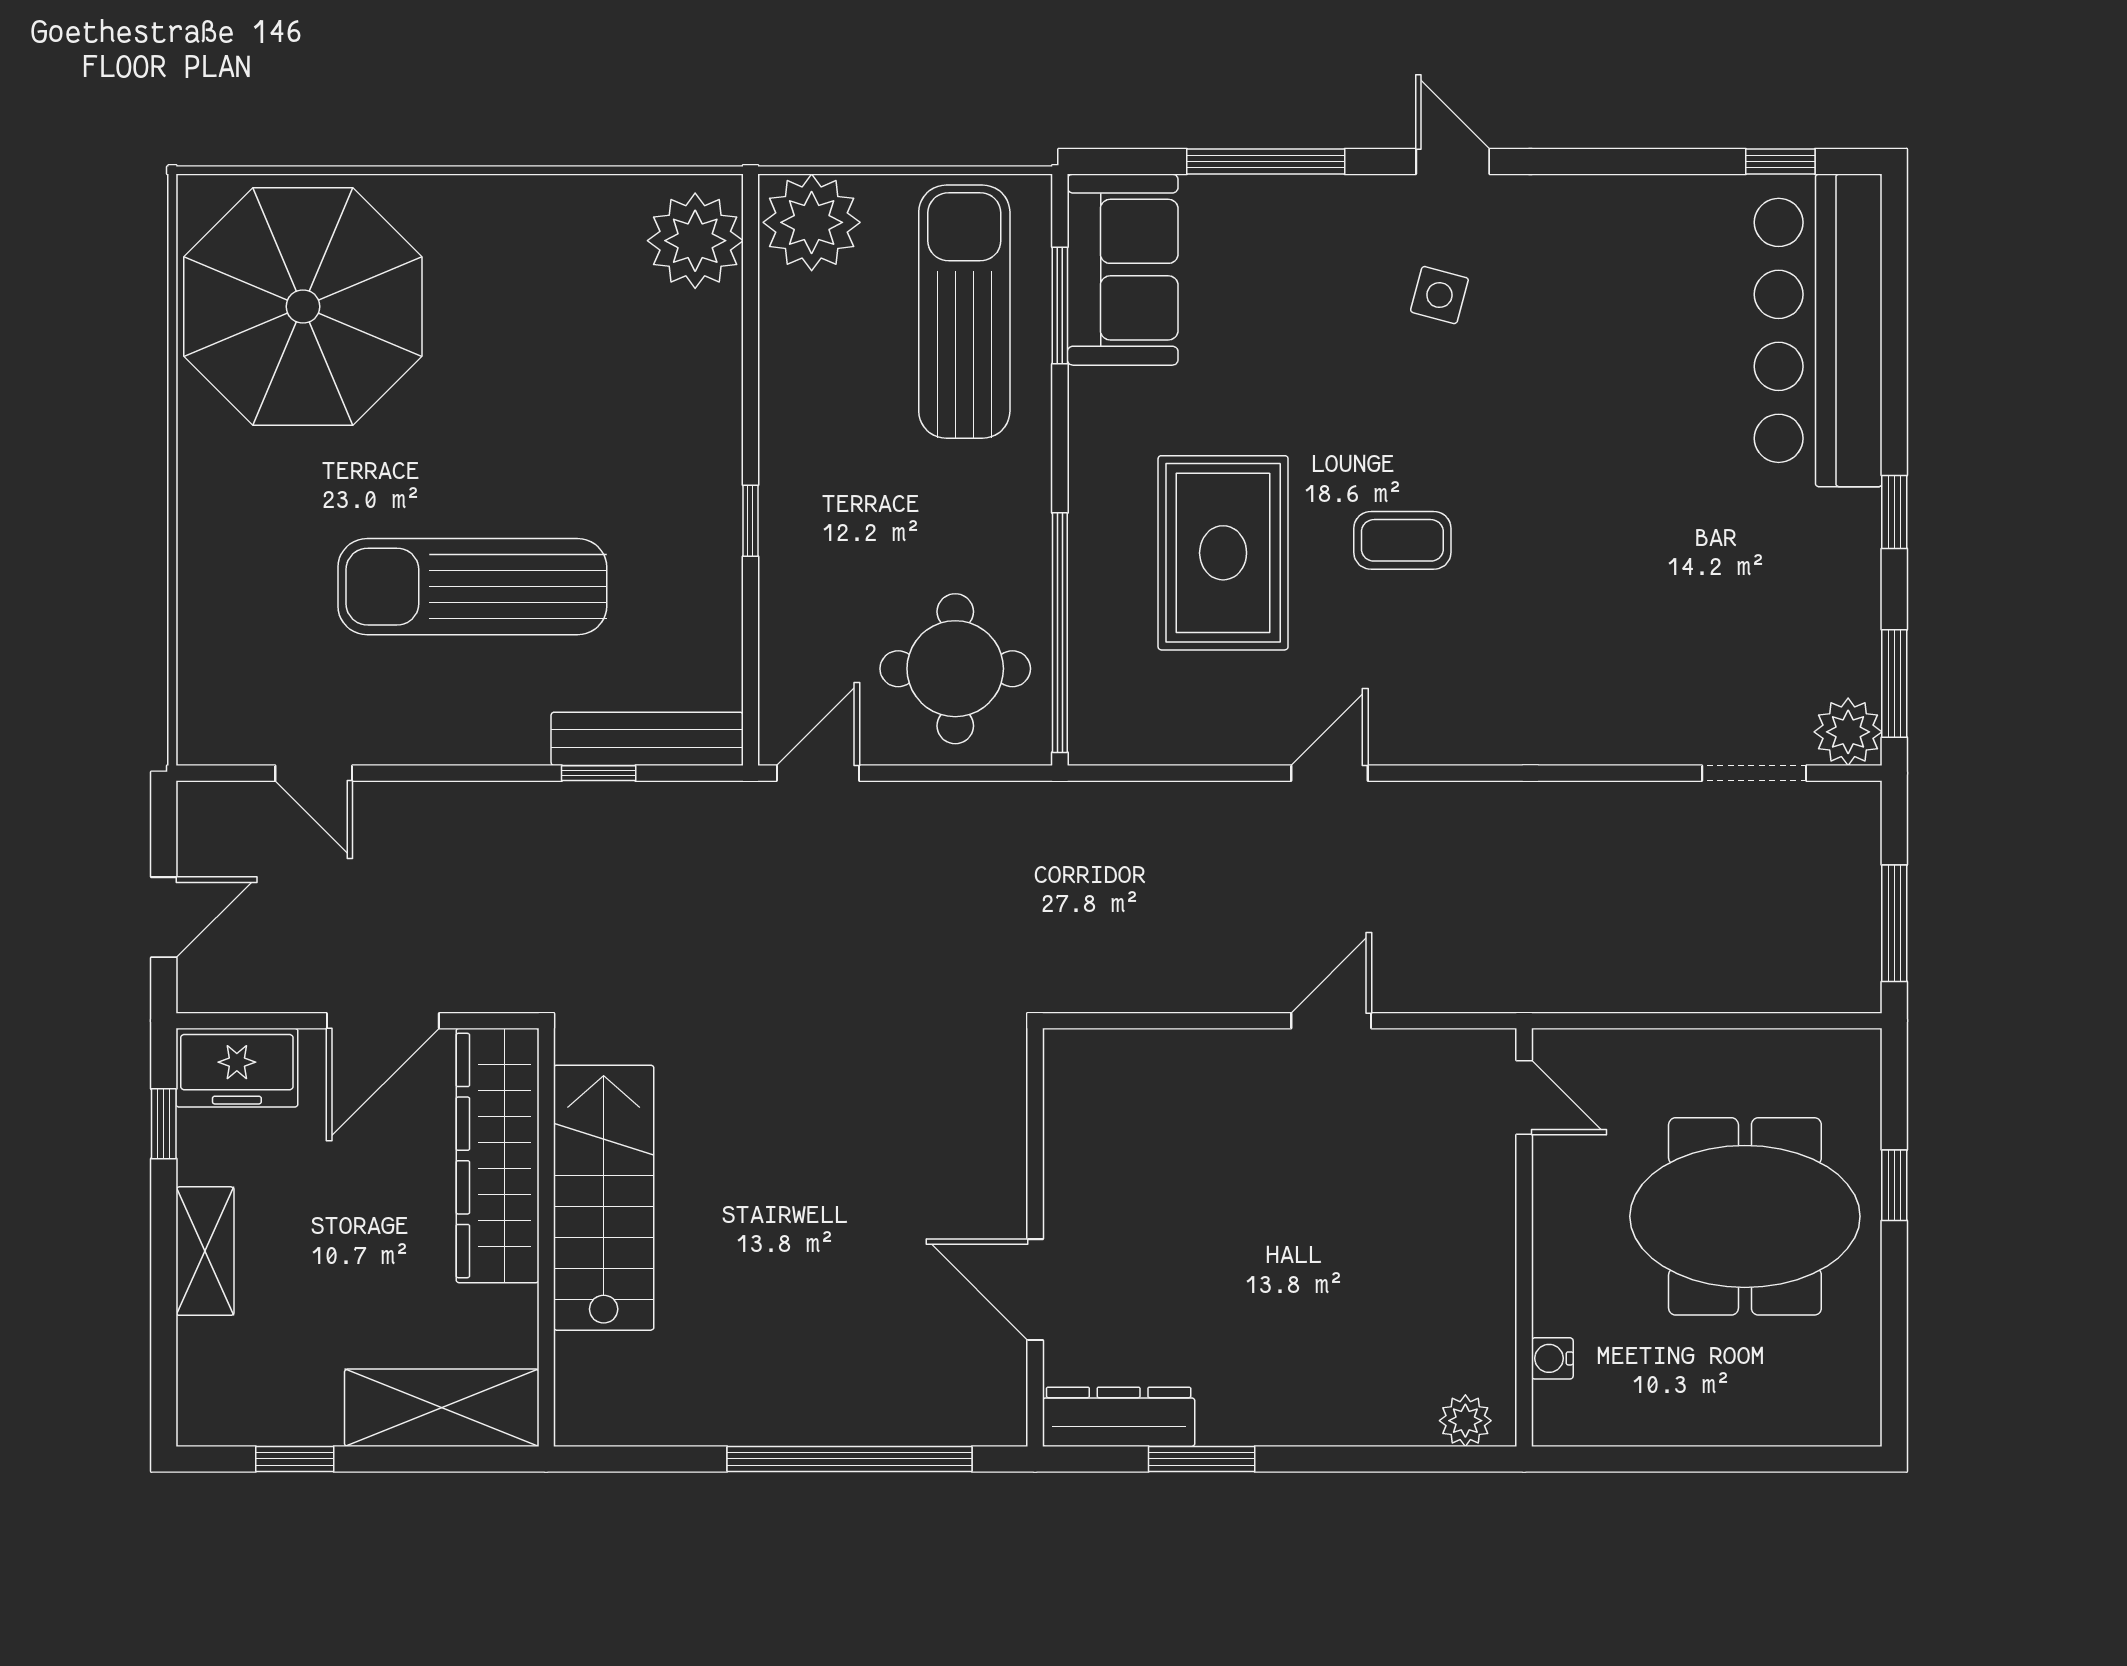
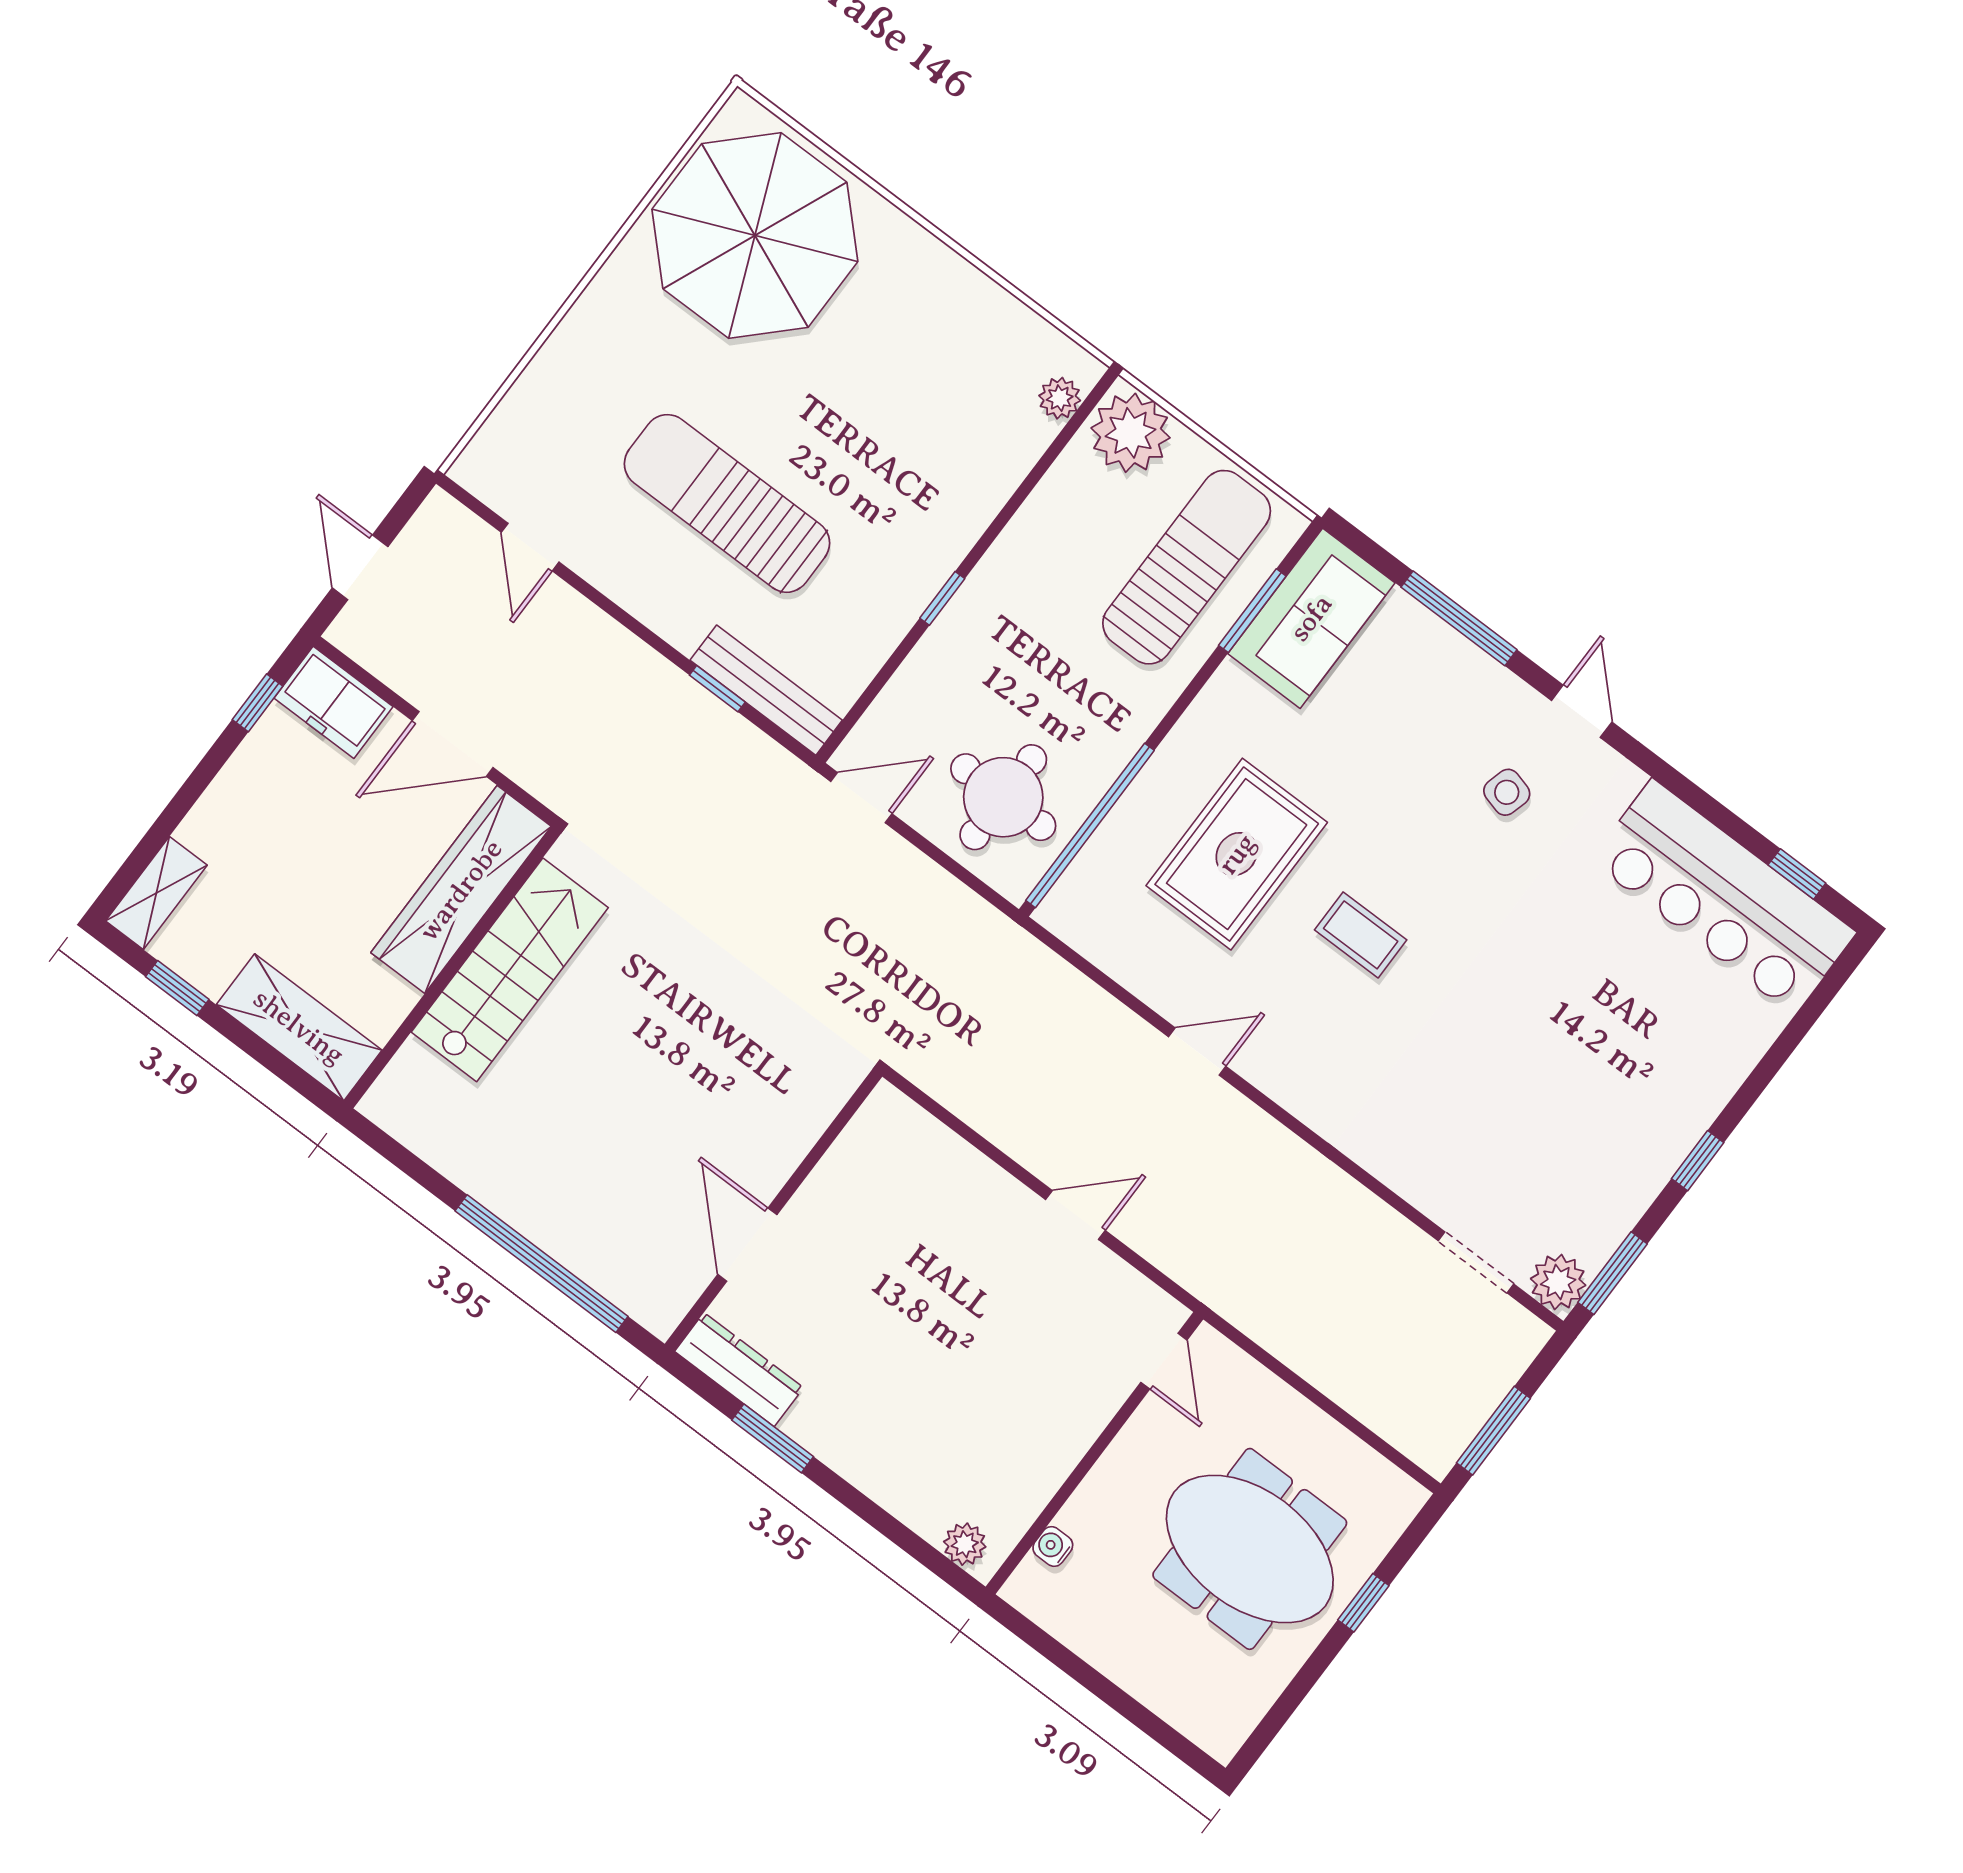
plant: (695, 241) -> (1060, 398), width x0.53, depth x0.53
bar counter: (1818, 330) -> (1723, 897), moved, turned -90
door: (164, 917) -> (360, 567), swing flipped
shelving: (205, 1251) -> (156, 893), moved

